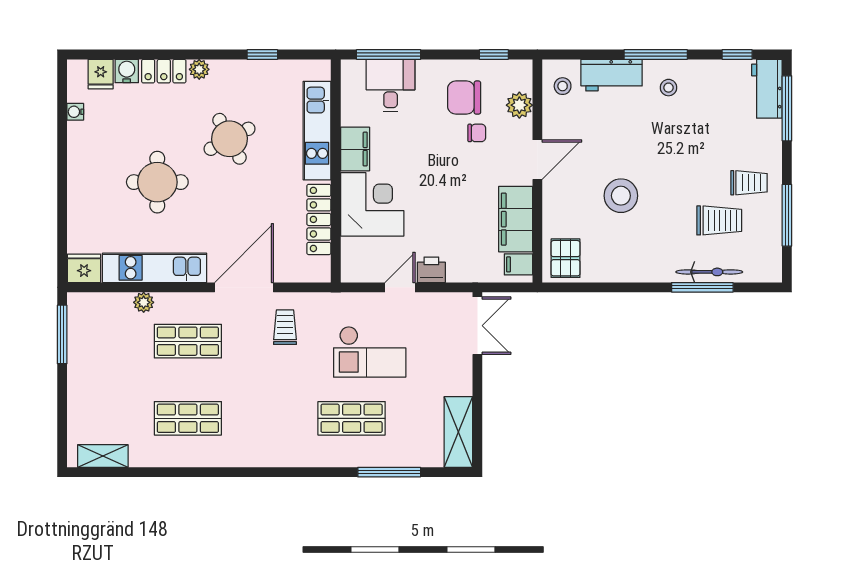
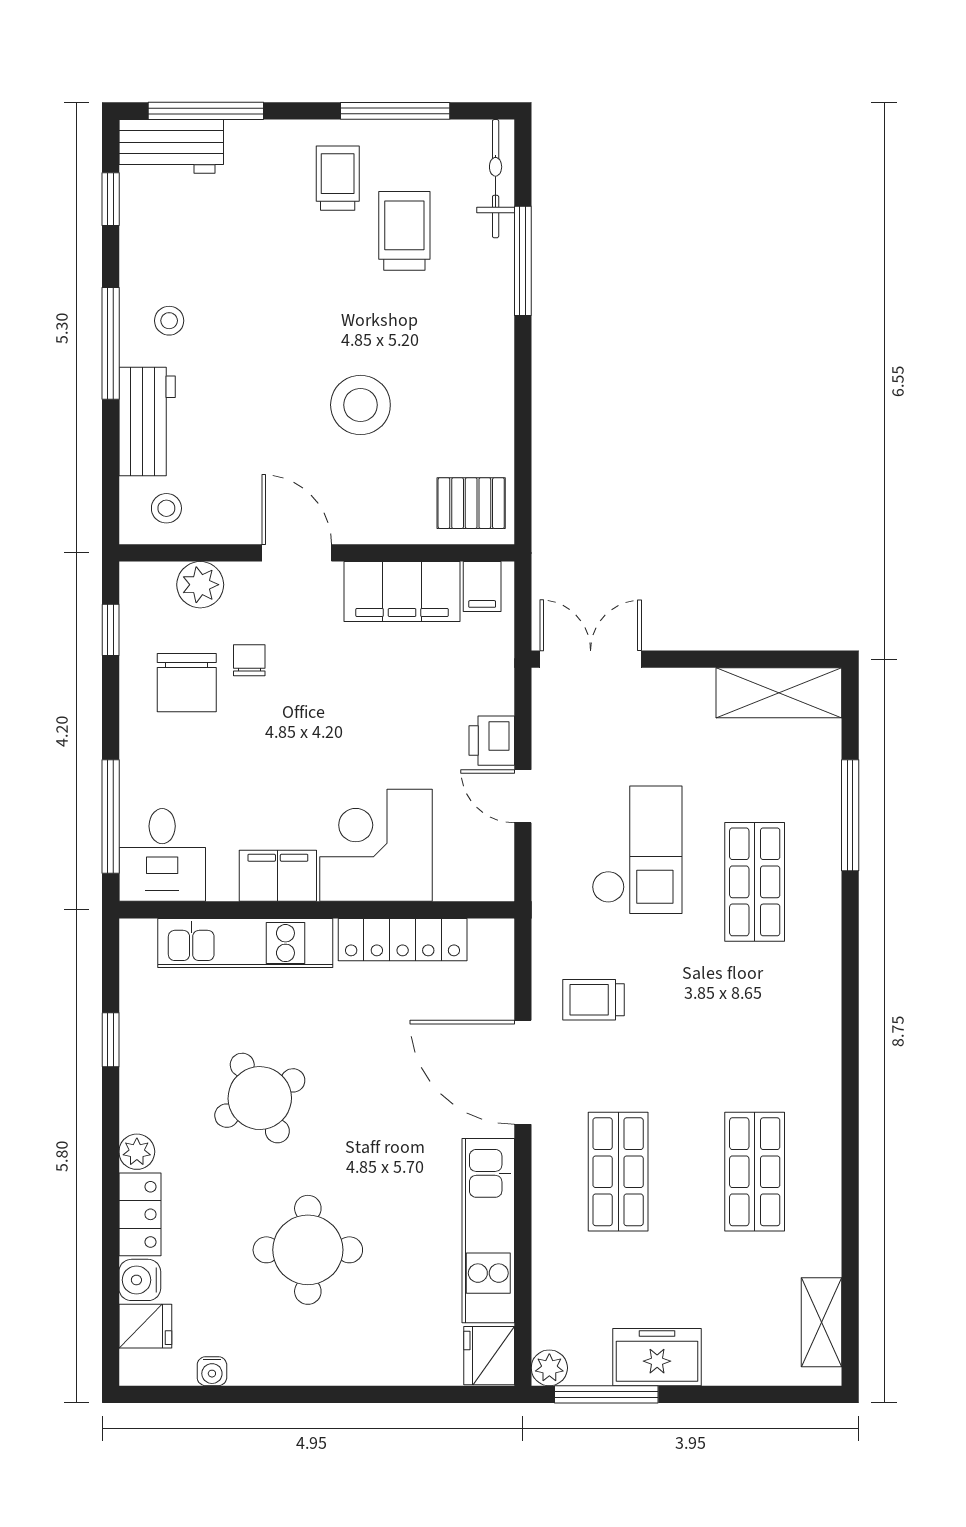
desk: (391, 86) -> (162, 855), moved, turned -90
round table: (157, 182) -> (308, 1250), moved
bicycle: (709, 272) -> (496, 179), moved
plant: (144, 302) -> (549, 1368), moved
freezer: (83, 363) -> (657, 1357), added

